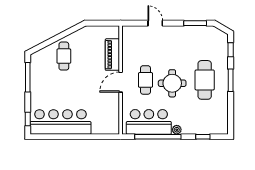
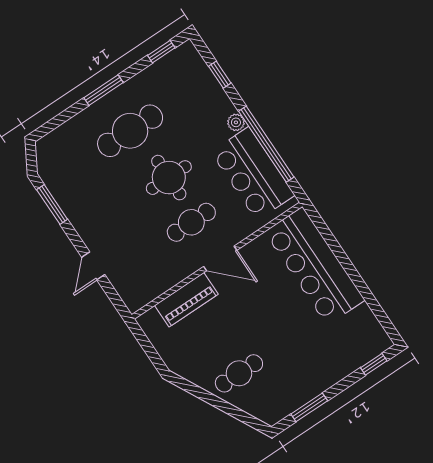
window: (231, 50) -> (161, 52), moved
window: (28, 77) -> (309, 407), width x0.69
bar counter: (60, 122) -> (315, 266), moved

